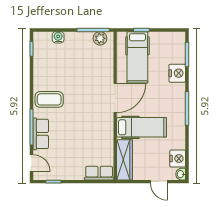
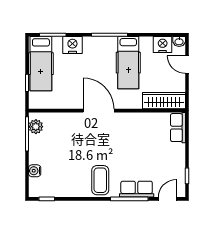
hospital bed: (137, 57) -> (41, 64), moved, turned 90
hospital bed: (142, 127) -> (128, 63), moved, turned 180
door: (159, 182) -> (187, 65), swing flipped

